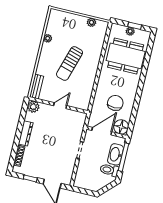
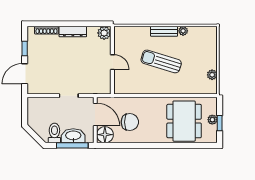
bench: (37, 87) -> (164, 31), moved

